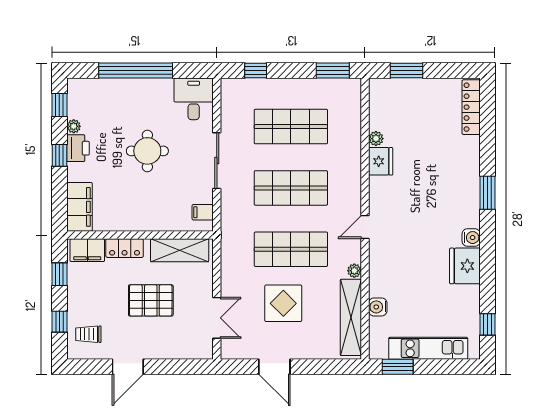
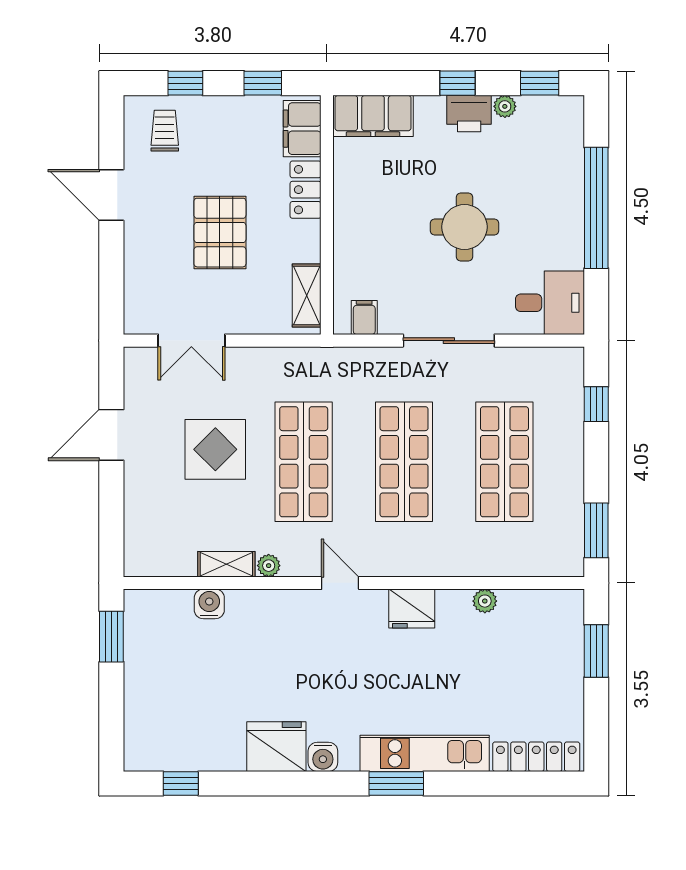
fridge: (381, 161) -> (412, 609), moved
shelving: (180, 250) -> (307, 295), width x0.67, depth x0.75
shelving: (351, 317) -> (226, 564), width x0.45, depth x0.75
kitchen unit: (428, 348) -> (425, 753), moved, turned -90

